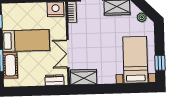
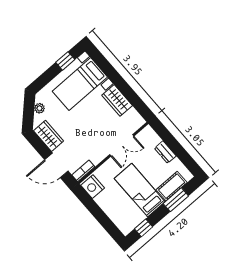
wardrobe: (84, 77) -> (117, 100), moved
dresser: (54, 80) -> (165, 152), moved

